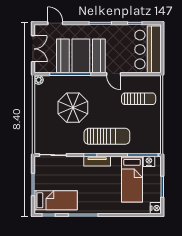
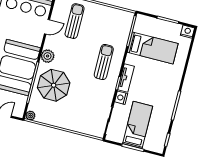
door: (114, 74) -> (47, 27), moved
plant: (99, 82) -> (48, 56), added
parasol: (73, 108) -> (54, 85), moved
sun lounger: (107, 136) -> (104, 62), width x0.73, depth x0.75
nightstand: (149, 161) -> (121, 98), moved
bed: (56, 200) -> (138, 125), moved

